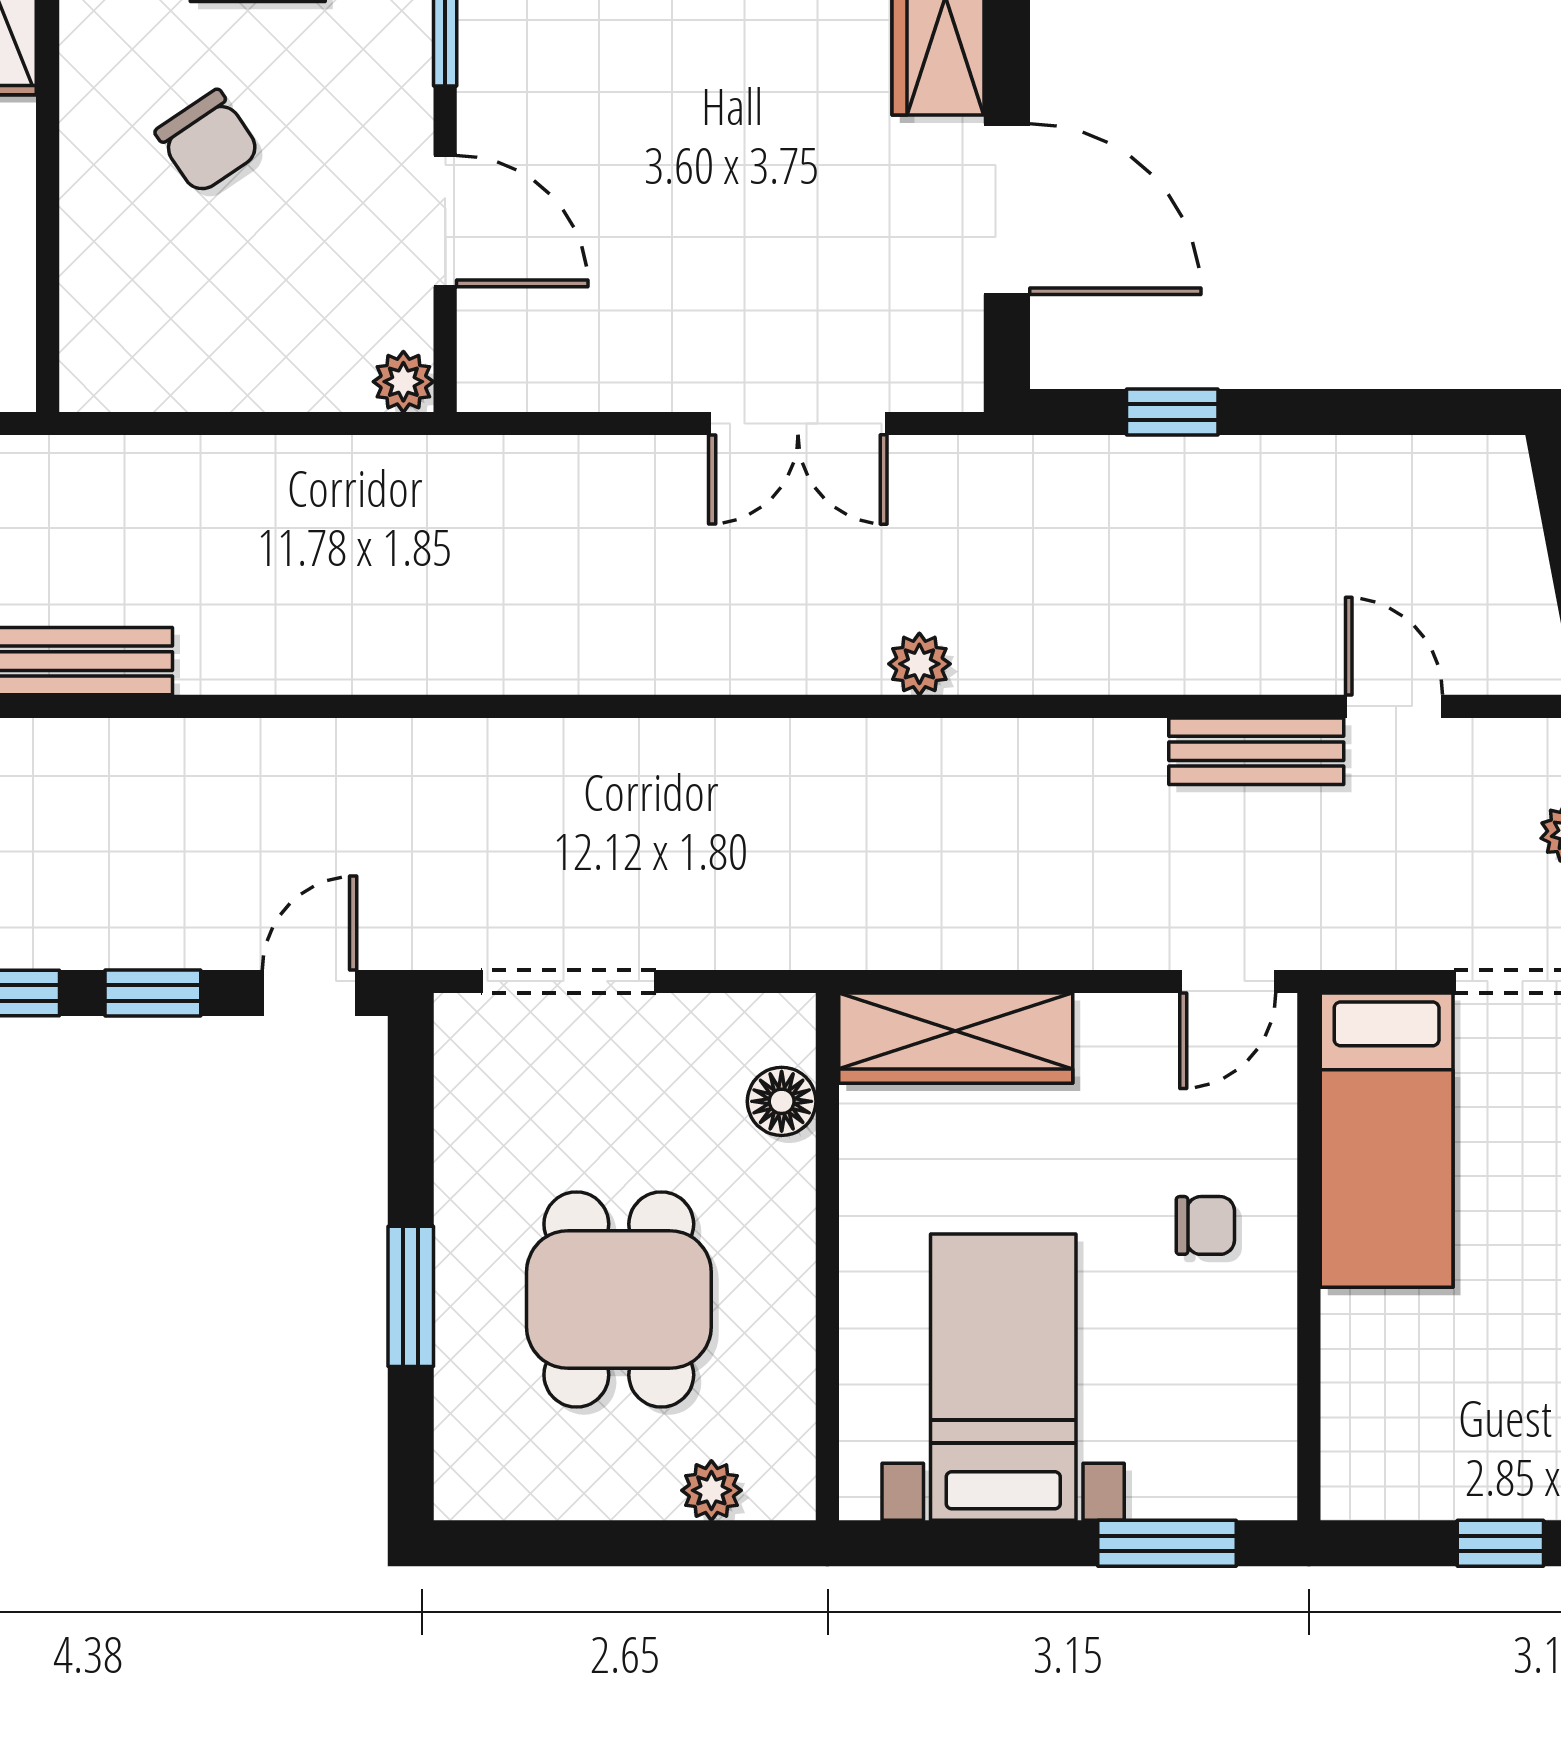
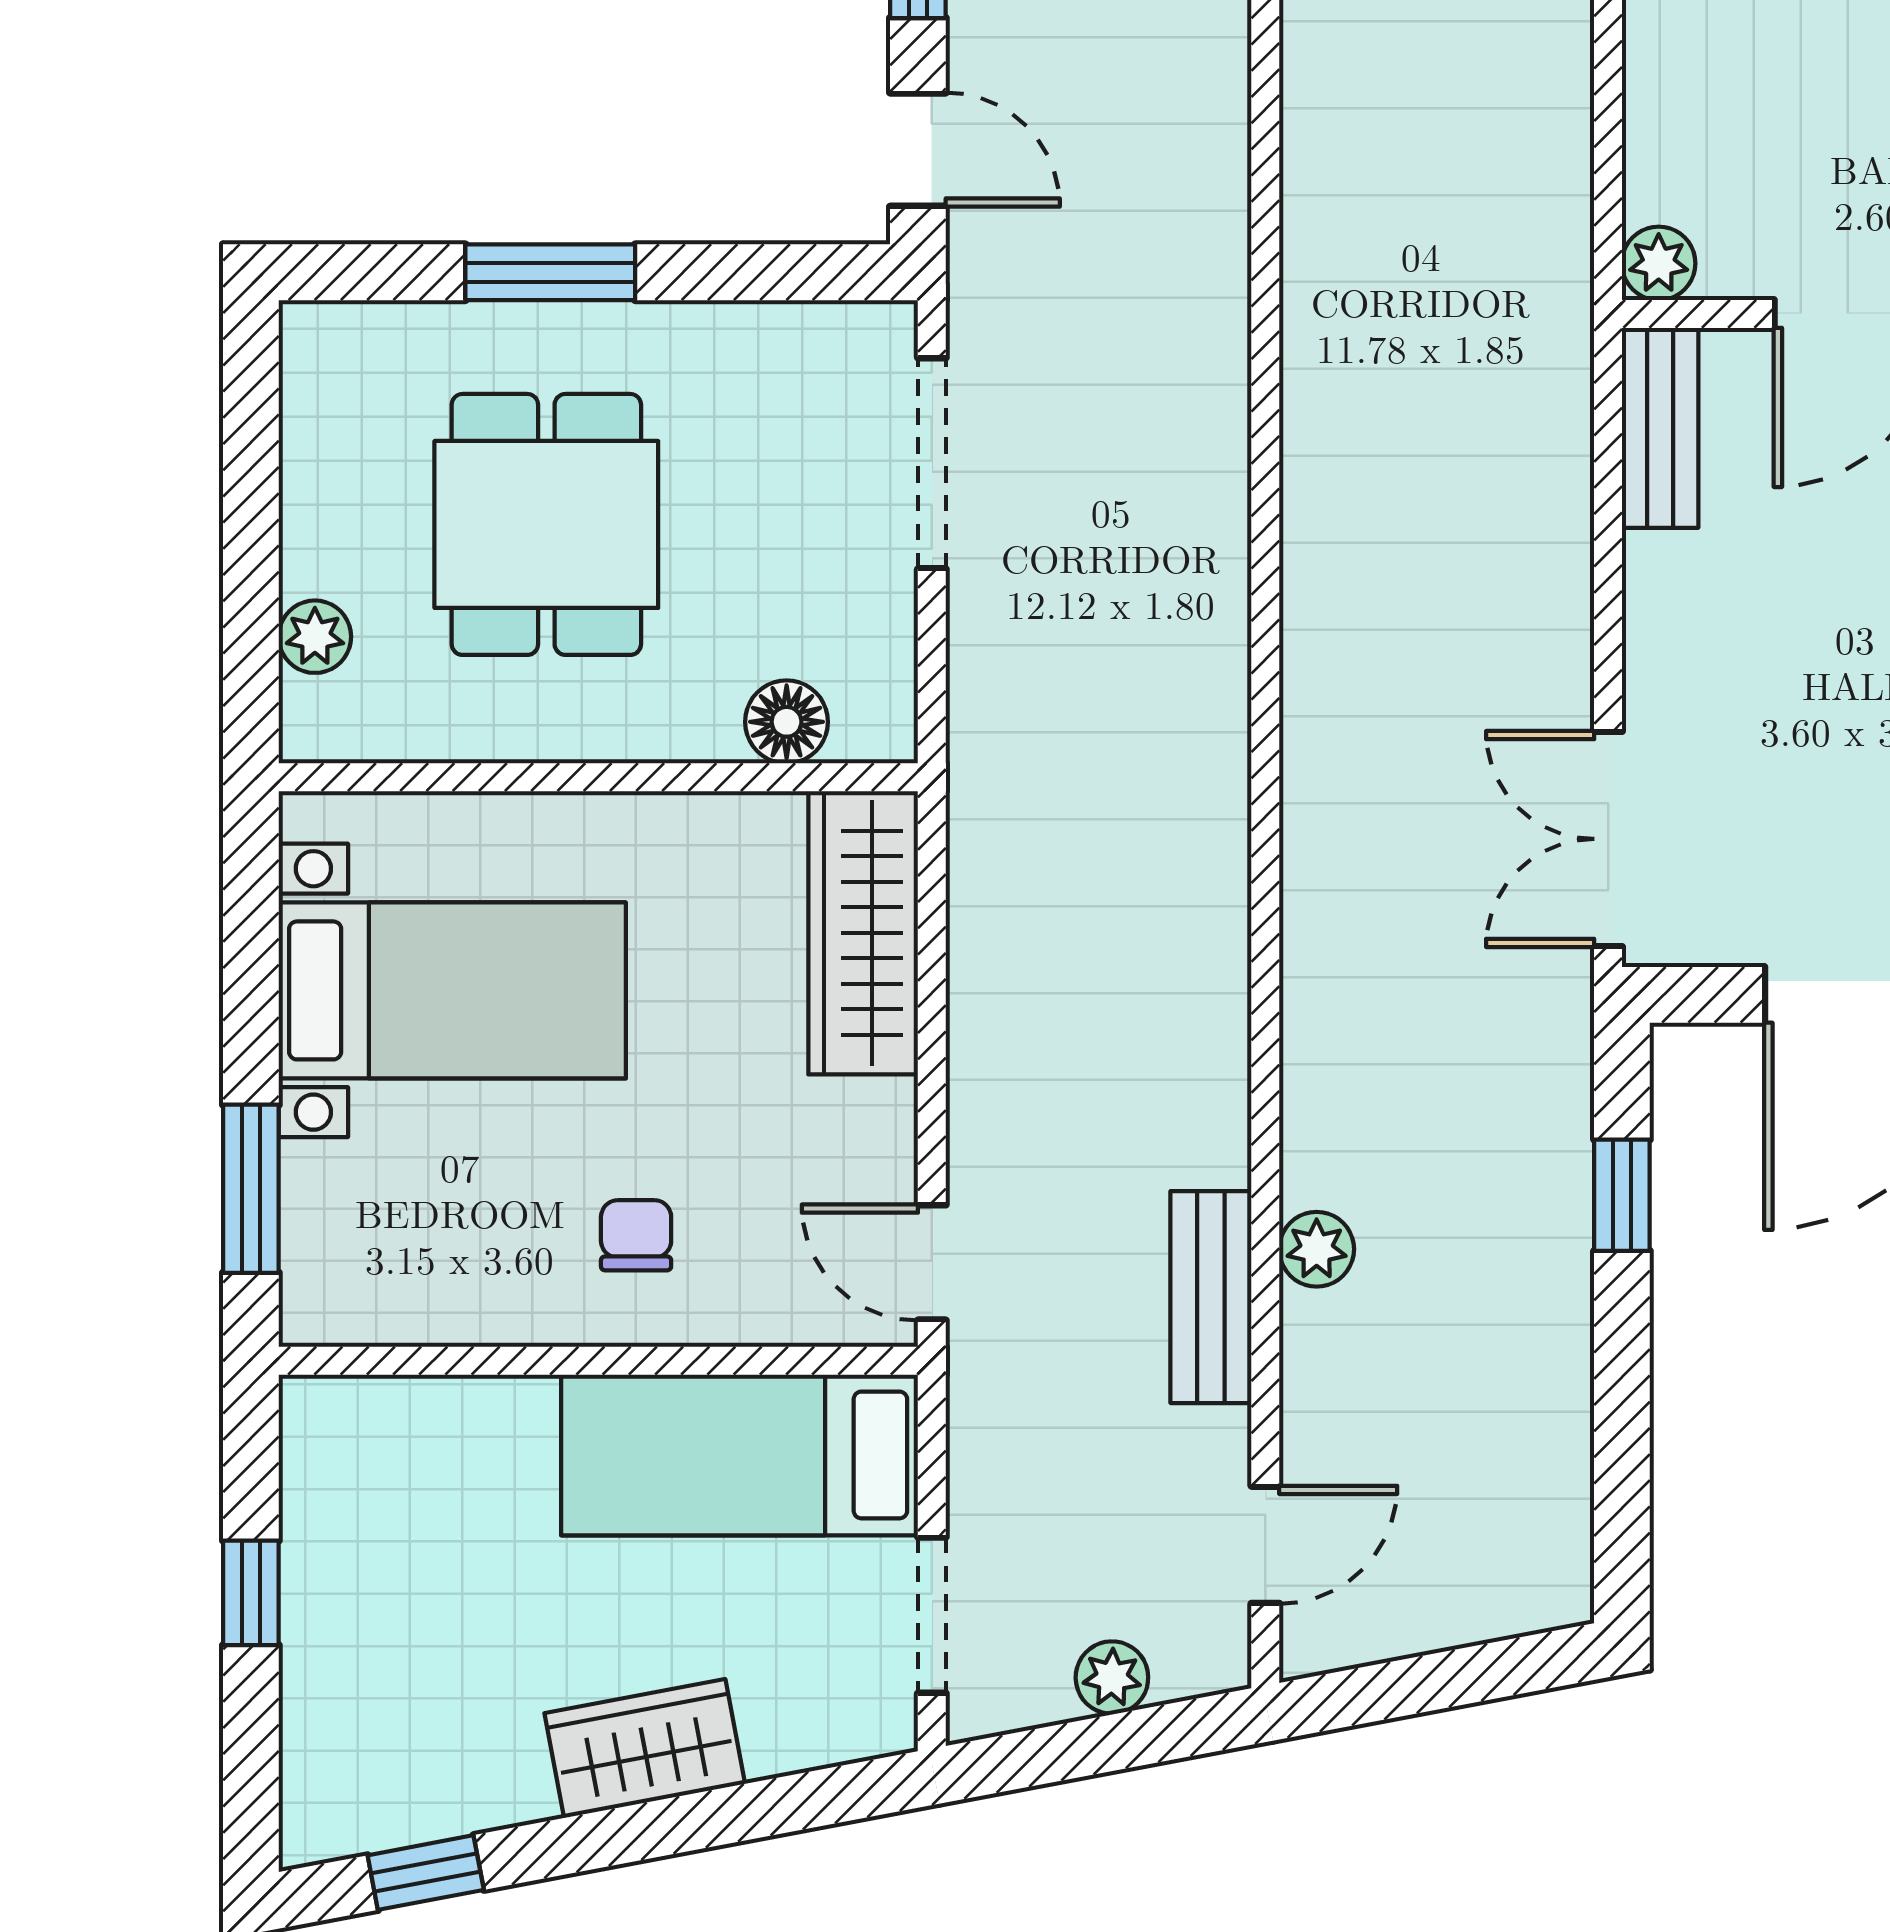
bench: (539, 381) -> (1660, 428), added
double door: (798, 424) -> (1608, 839), moved
plant: (919, 664) -> (1317, 1249), moved
door: (1394, 706) -> (1265, 1545), moved
chair: (1205, 1225) -> (636, 1235), turned 180
dining table: (619, 1299) -> (546, 524), turned 90

